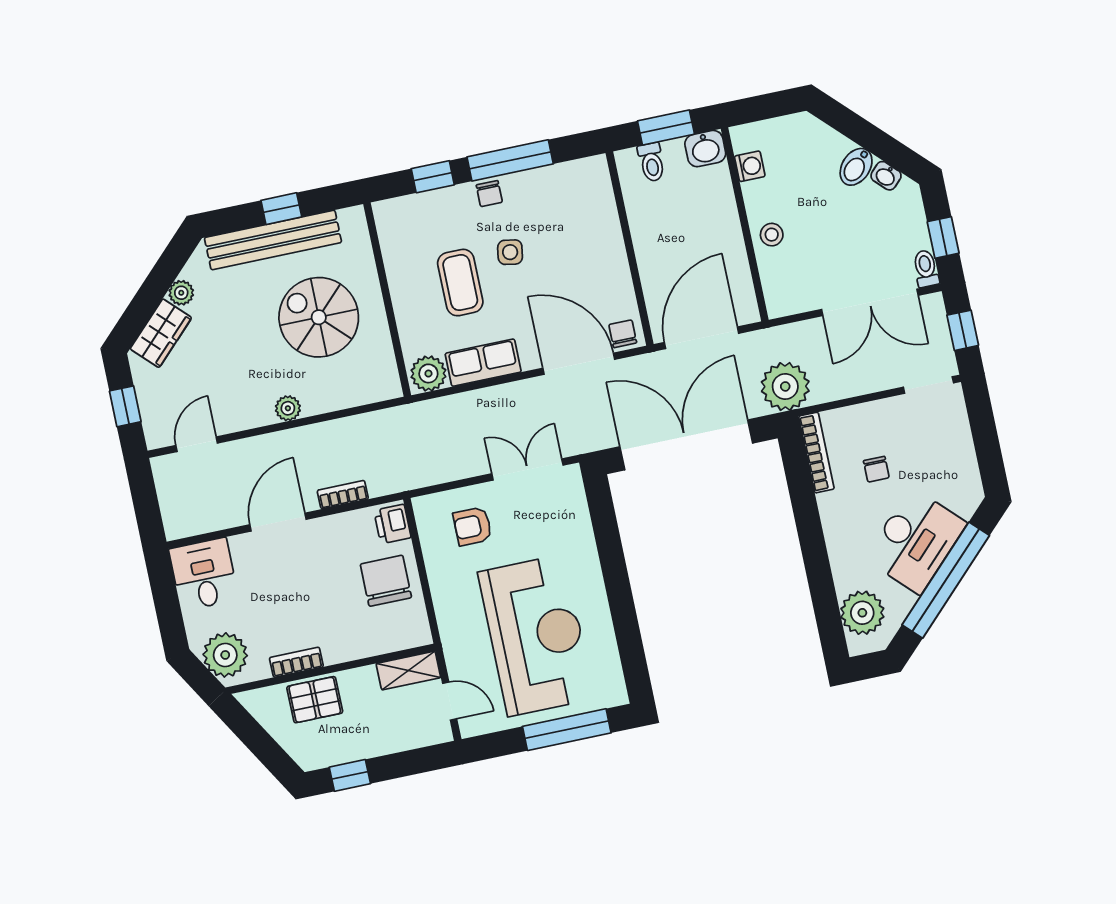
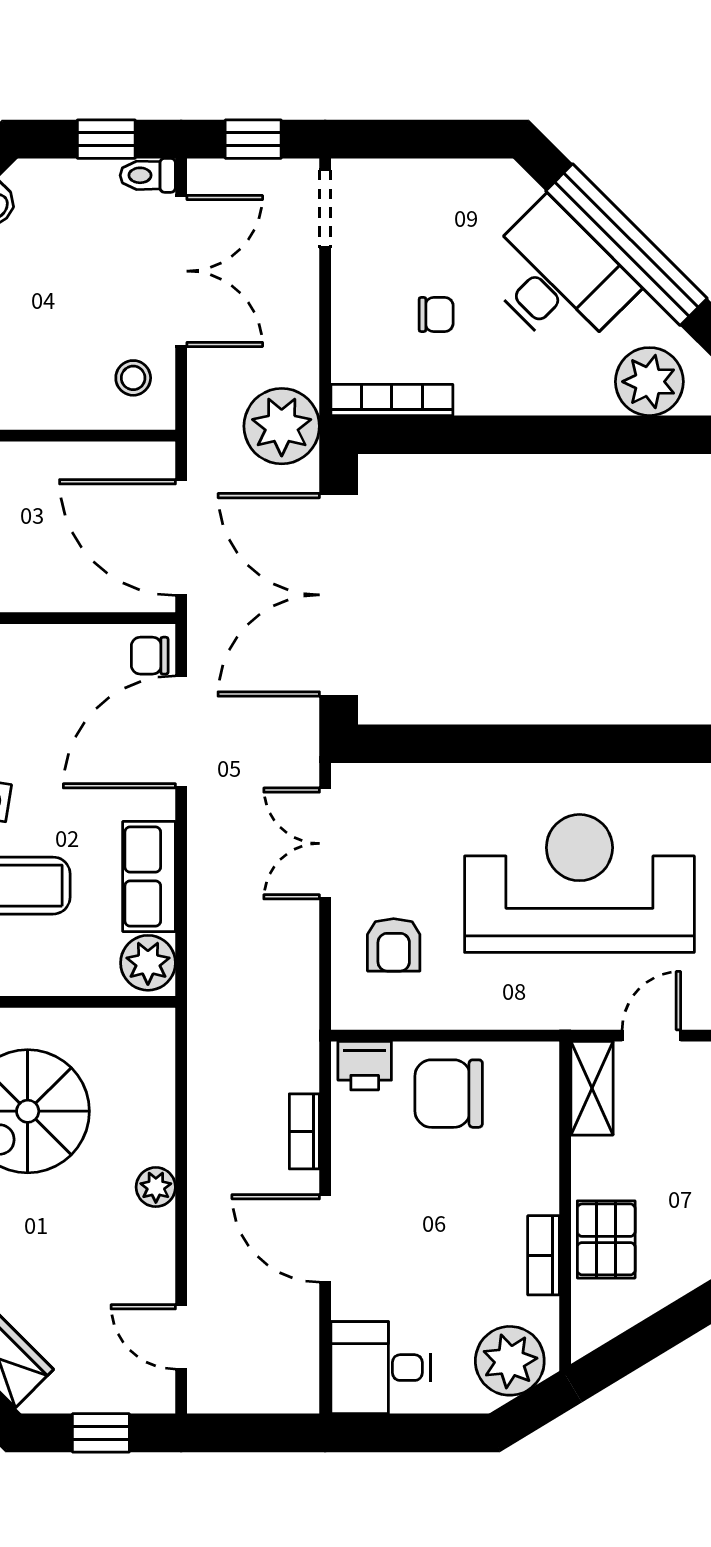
stool: (772, 235) -> (133, 378), moved

